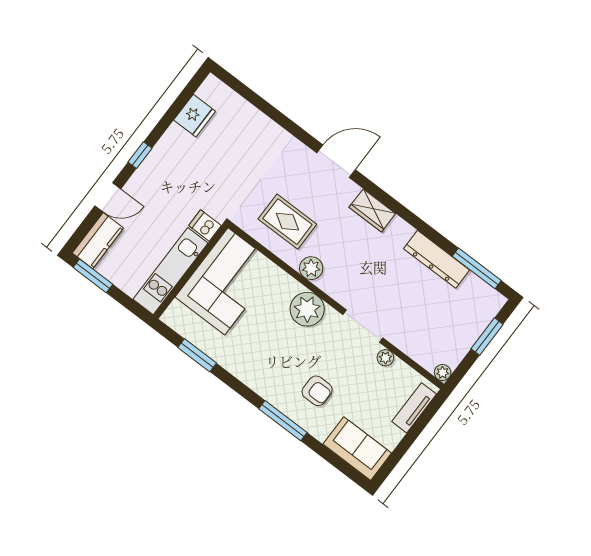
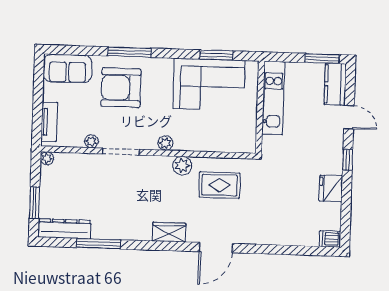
fridge: (195, 116) -> (331, 188), moved
door: (108, 197) -> (349, 117), swing flipped
dishwasher: (205, 226) -> (330, 239), moved, turned 180
dresser: (437, 259) -> (64, 229), moved
window: (477, 268) -> (99, 244), moved
corner sofa: (226, 281) -> (209, 84), moved, turned -90
plant: (307, 309) -> (165, 143), width x0.53, depth x0.53
armchair: (317, 391) -> (121, 88), width x1.88, depth x1.88

